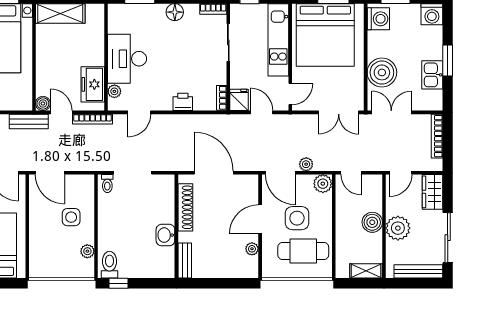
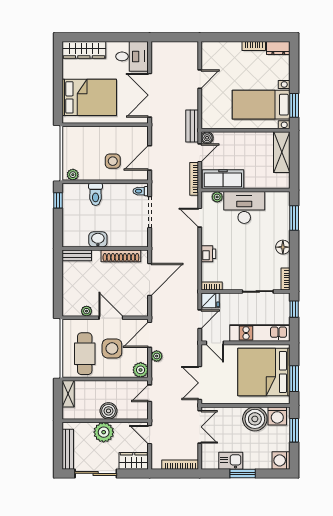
boiler: (382, 72) -> (255, 419), moved
freezer: (93, 84) -> (223, 179), width x1.40
door: (50, 173) -> (150, 158), moved
plant: (87, 251) -> (73, 175), moved
toilet: (109, 265) -> (96, 194), moved, turned 90
shelving: (366, 271) -> (68, 394), moved

